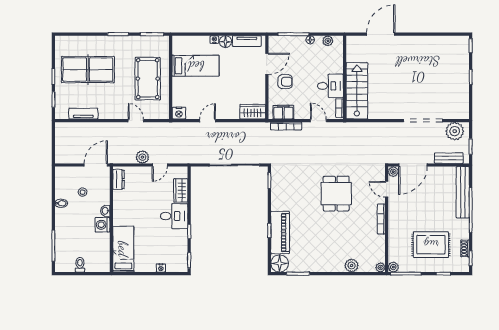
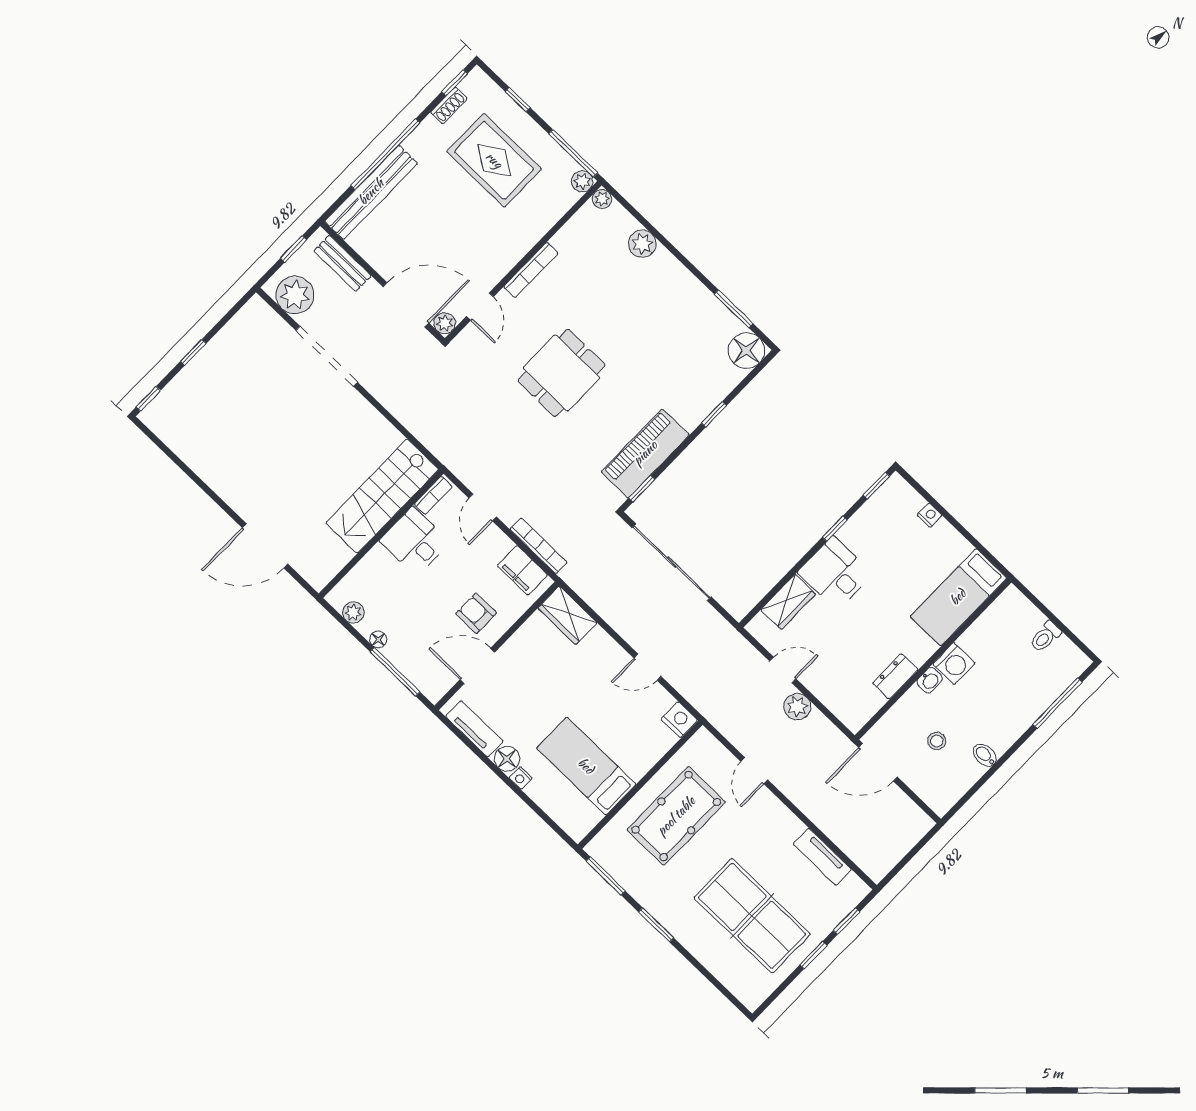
dresser: (119, 179) -> (895, 676), moved
piano: (280, 233) -> (645, 453), moved

